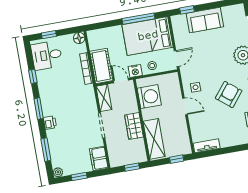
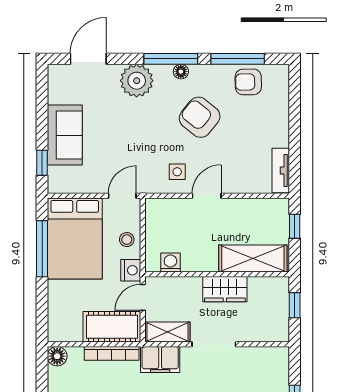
door: (176, 59) -> (122, 196), hinge flipped
washing machine: (149, 97) -> (170, 263), width x0.53, depth x0.53
filing cabinet: (99, 159) -> (160, 359), moved

